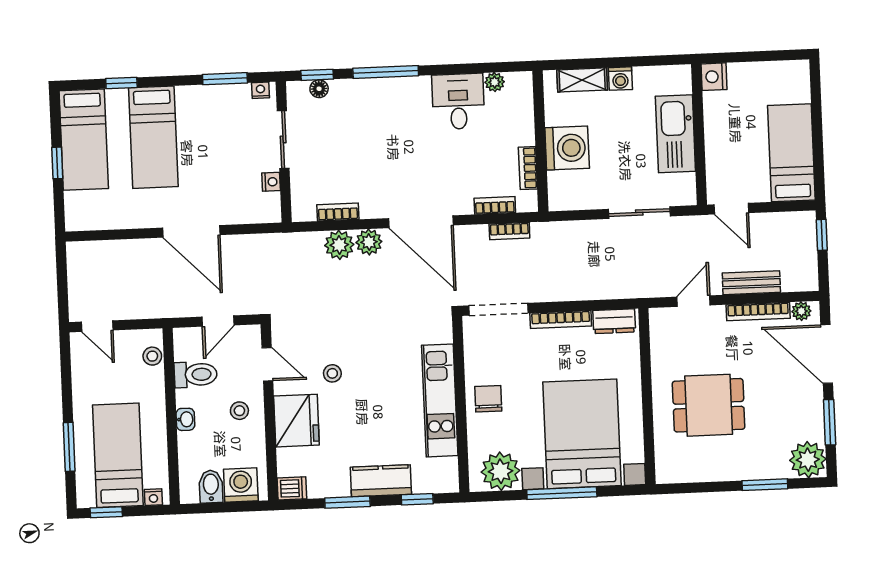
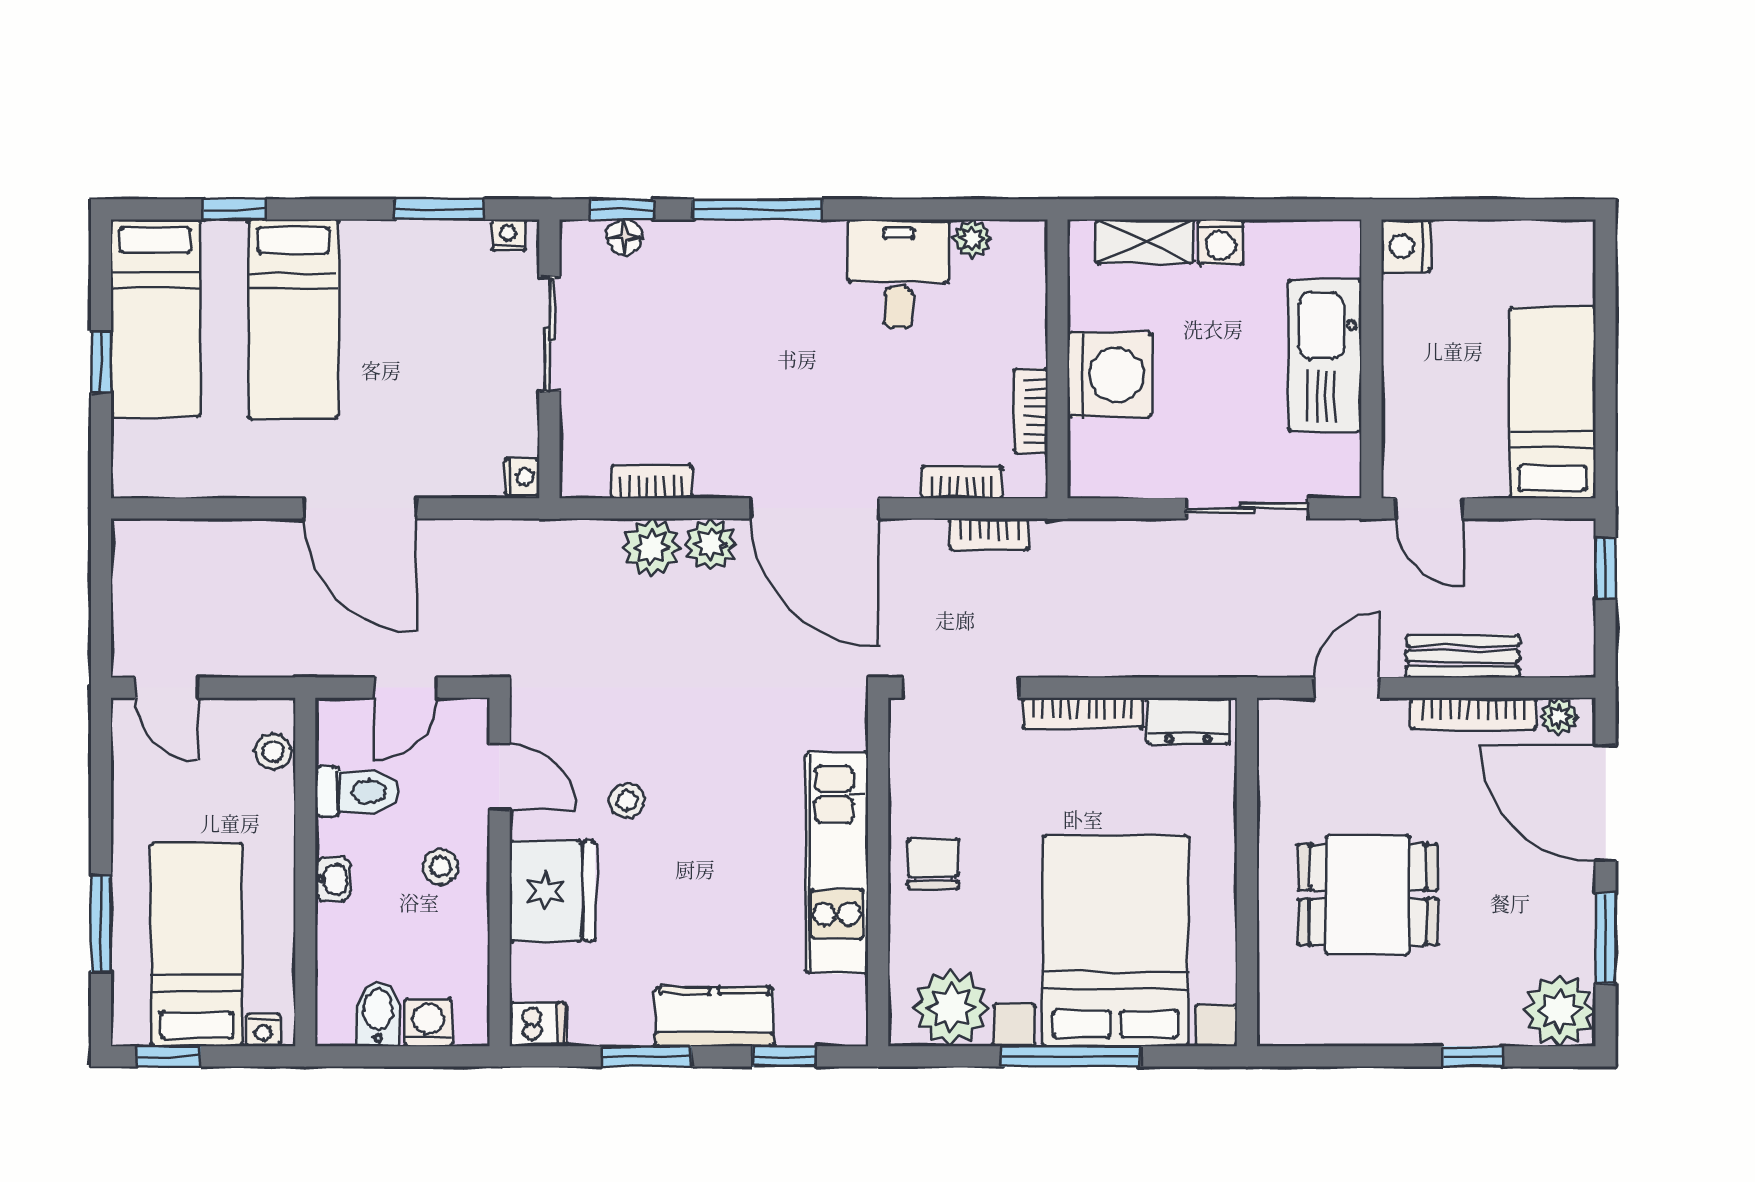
nightstand: (271, 182) -> (522, 477), moved
washing machine: (241, 485) -> (428, 1023), width x0.73, depth x0.73
window: (765, 485) -> (1473, 1056), width x0.67

